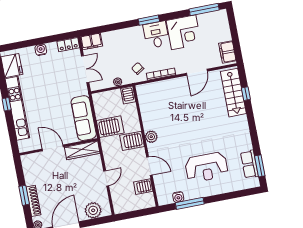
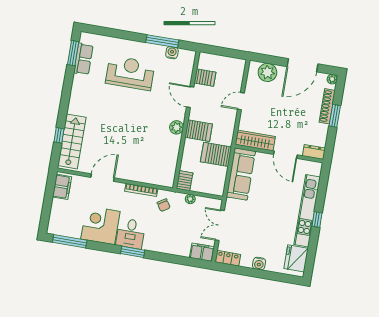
dresser: (30, 159) -> (314, 152), added

